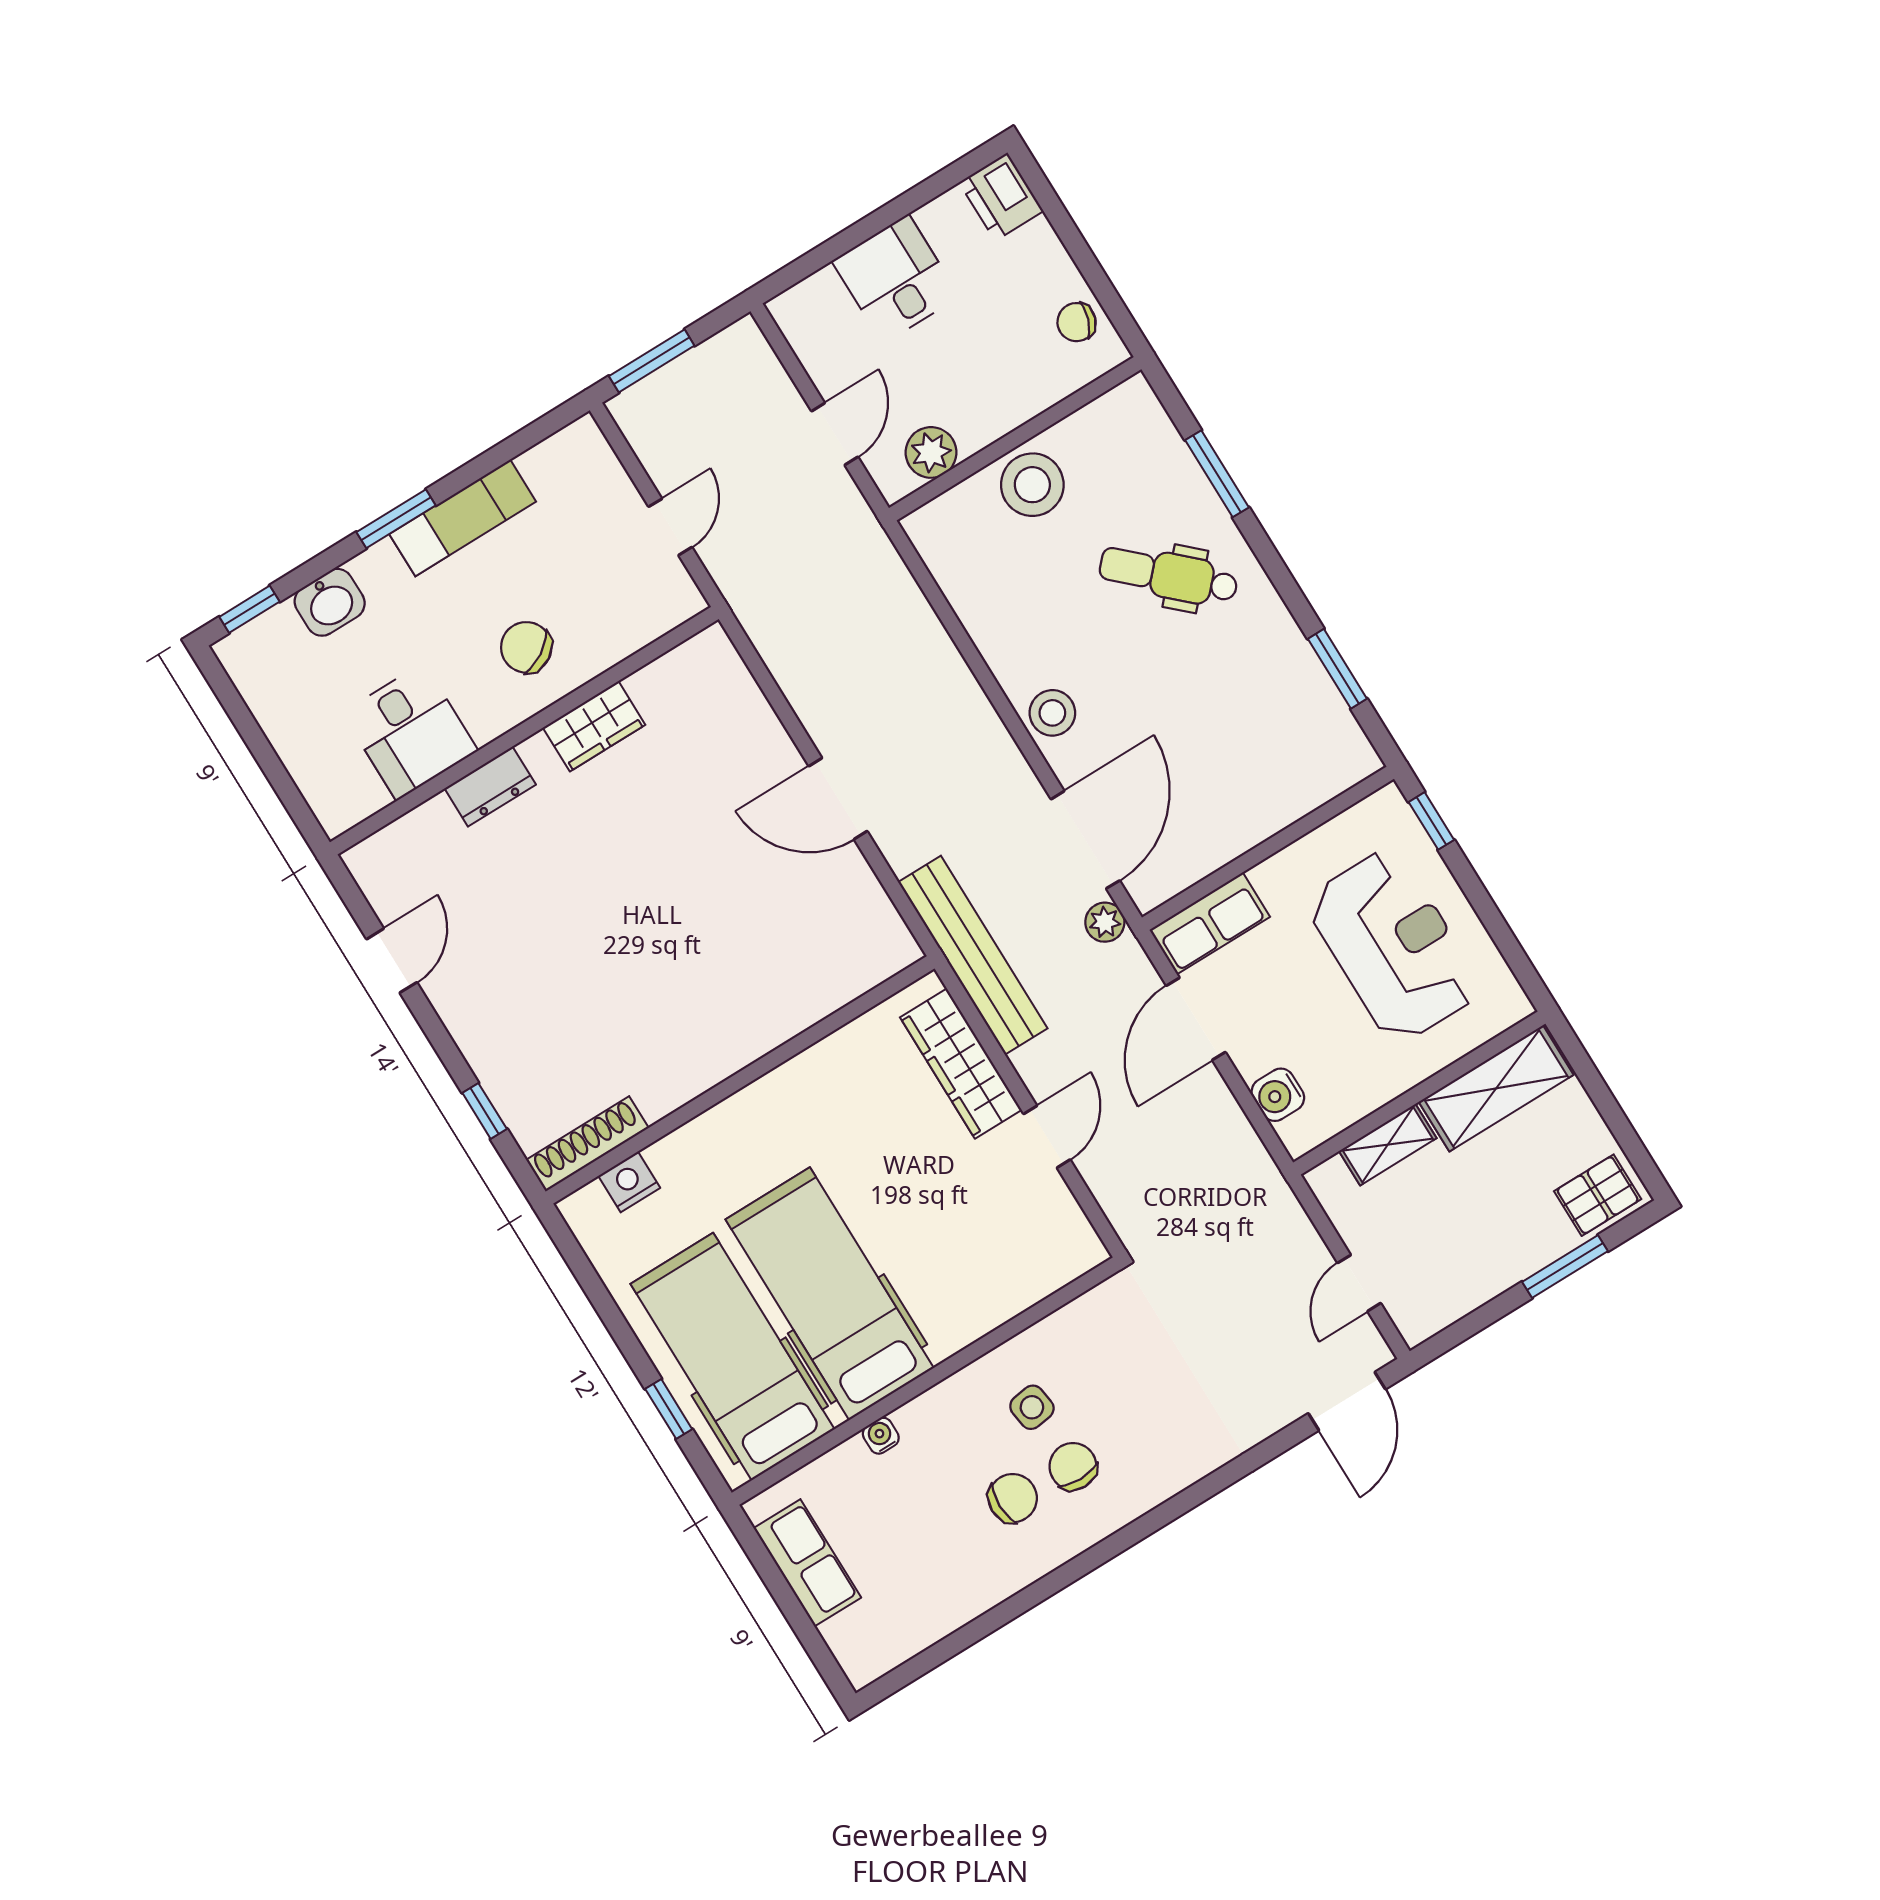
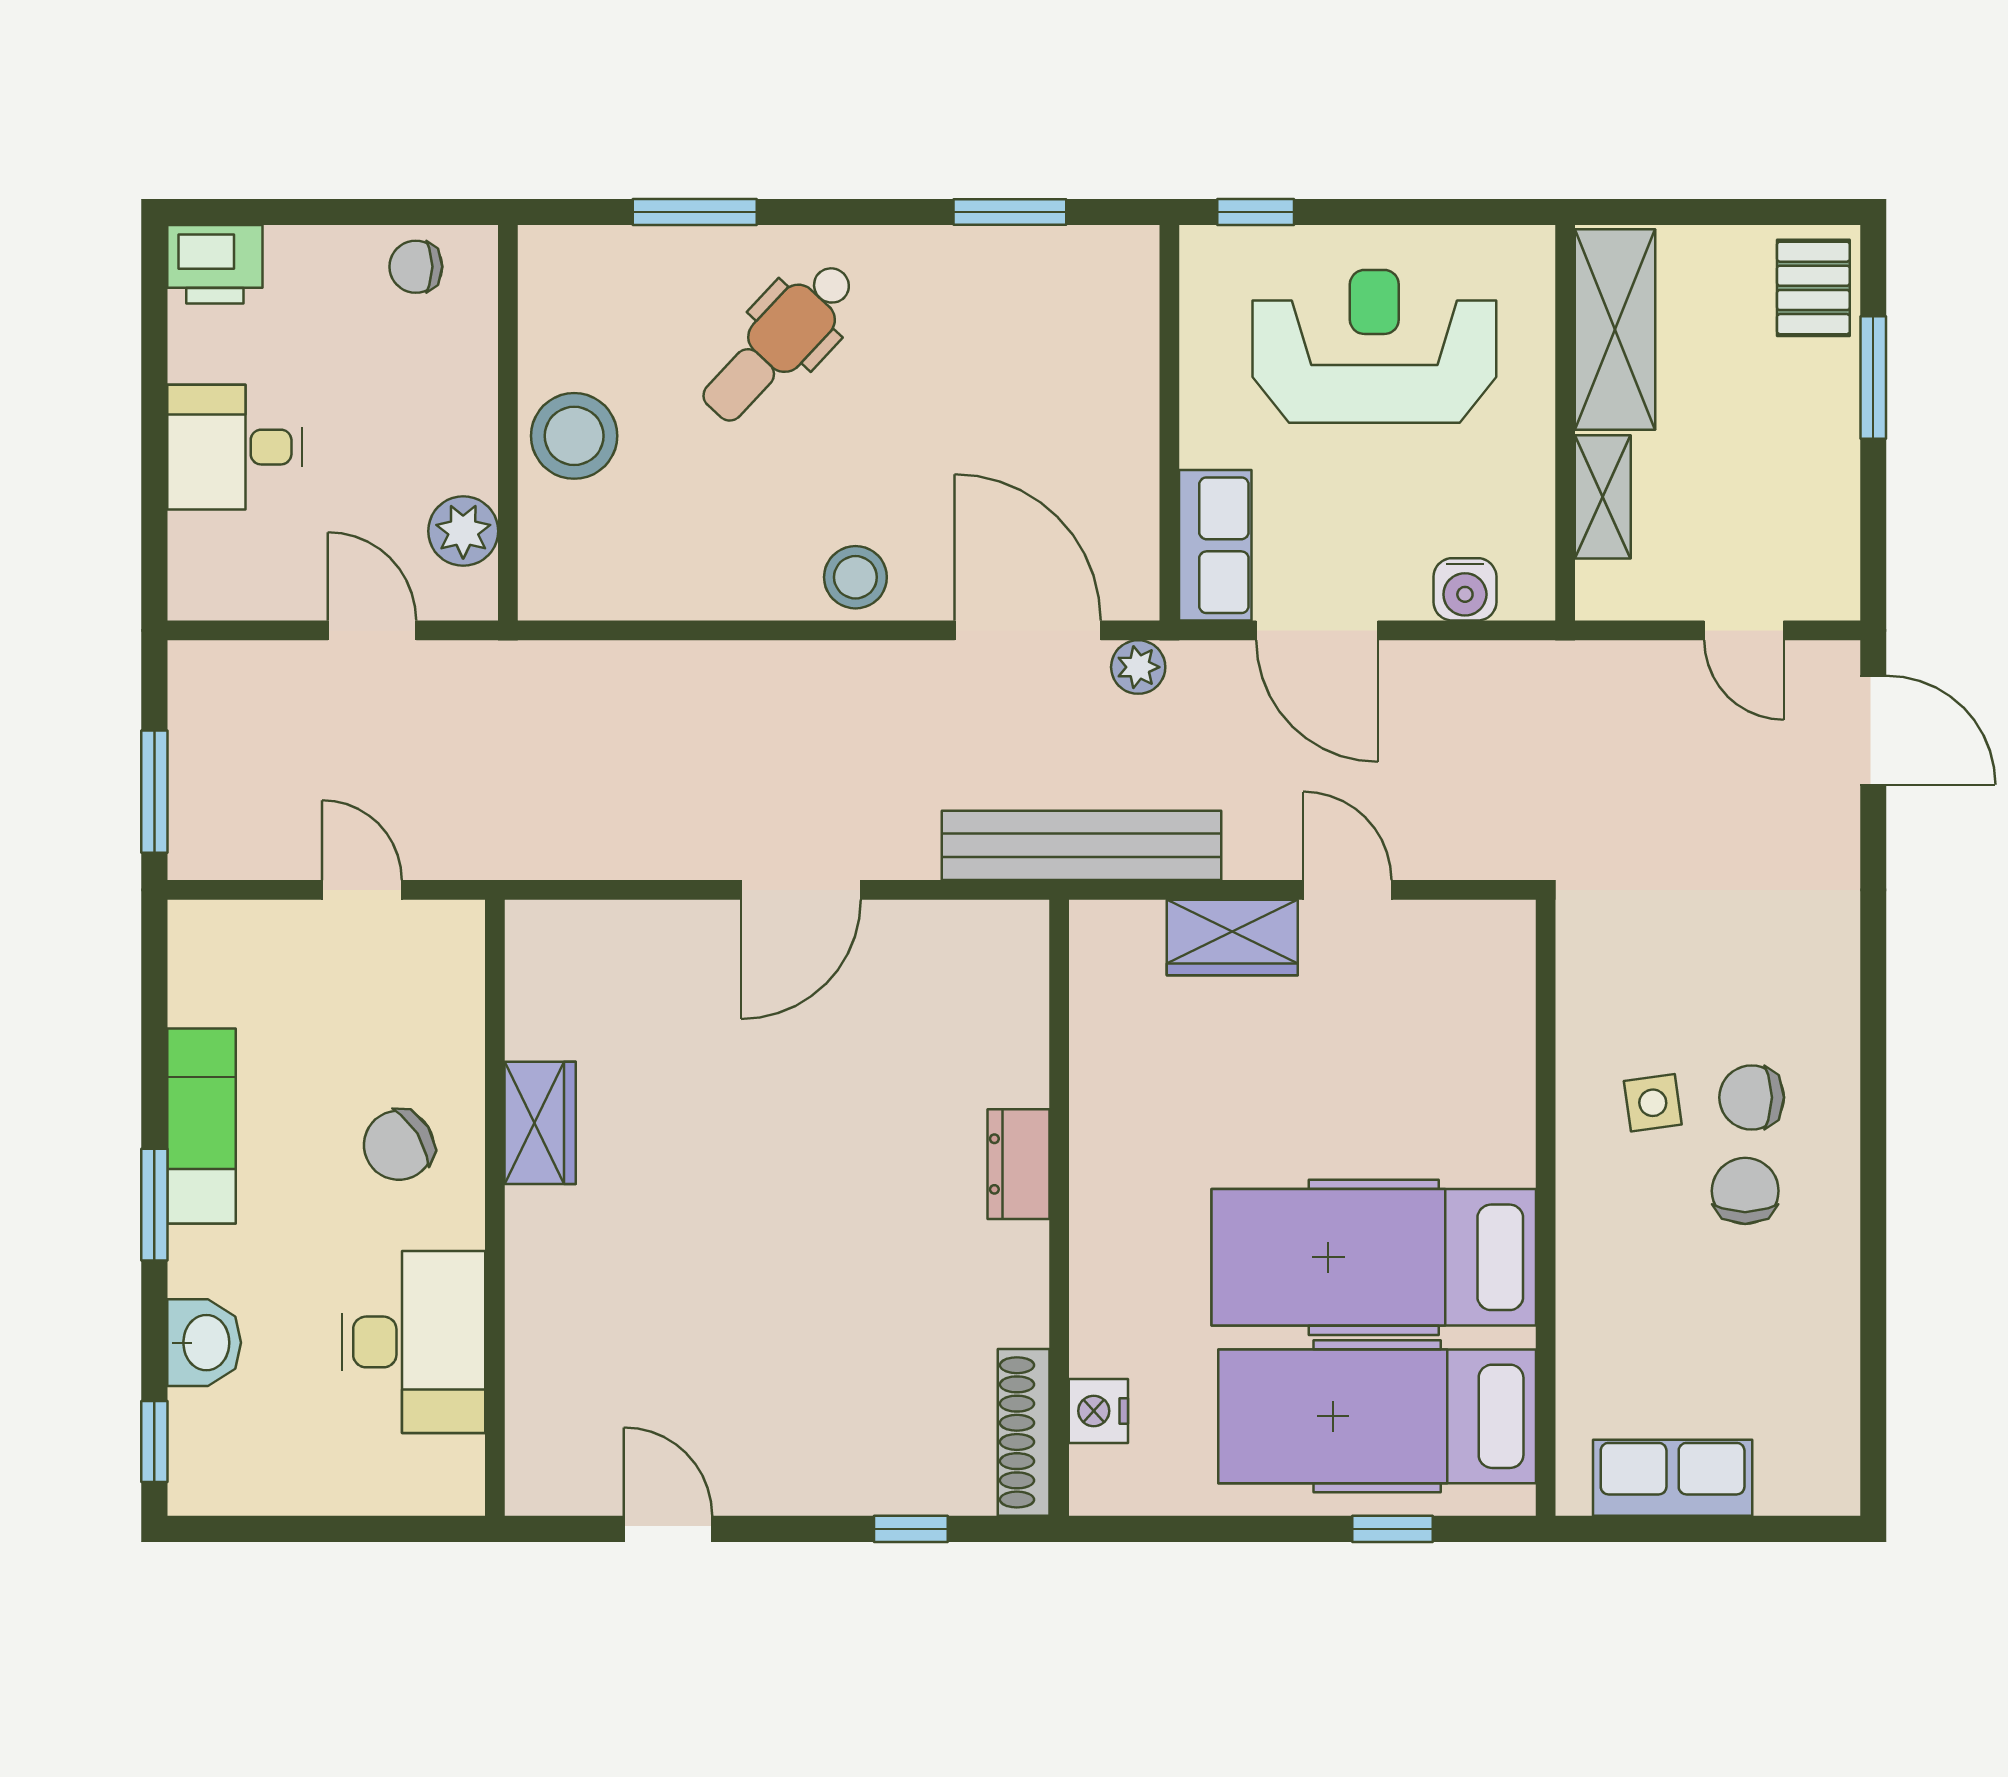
chair: (1077, 322) -> (416, 267), turned 71
desk: (410, 732) -> (413, 1342), width x1.37
dresser: (490, 787) -> (1019, 1164), moved, turned 180
wardrobe: (961, 1064) -> (1232, 938), width x0.67
water cooler: (881, 1436) -> (1577, 1300), removed

